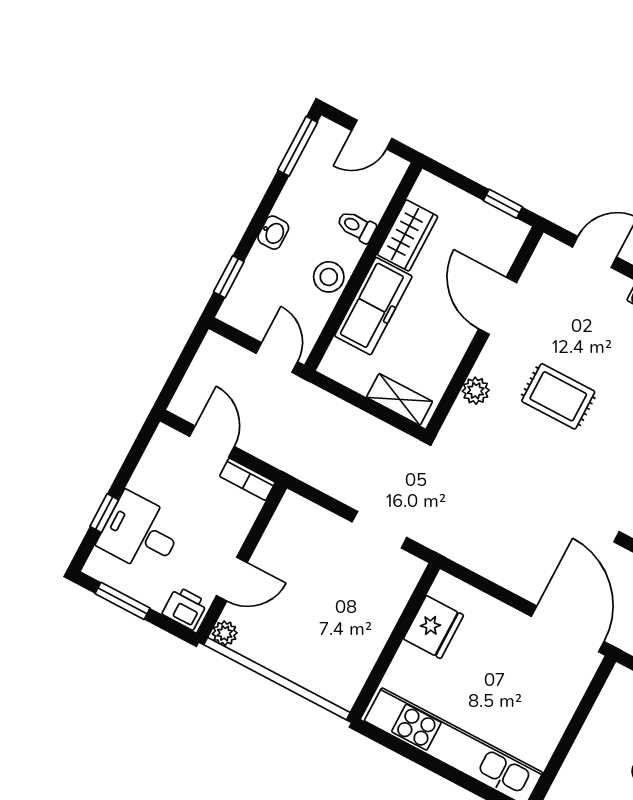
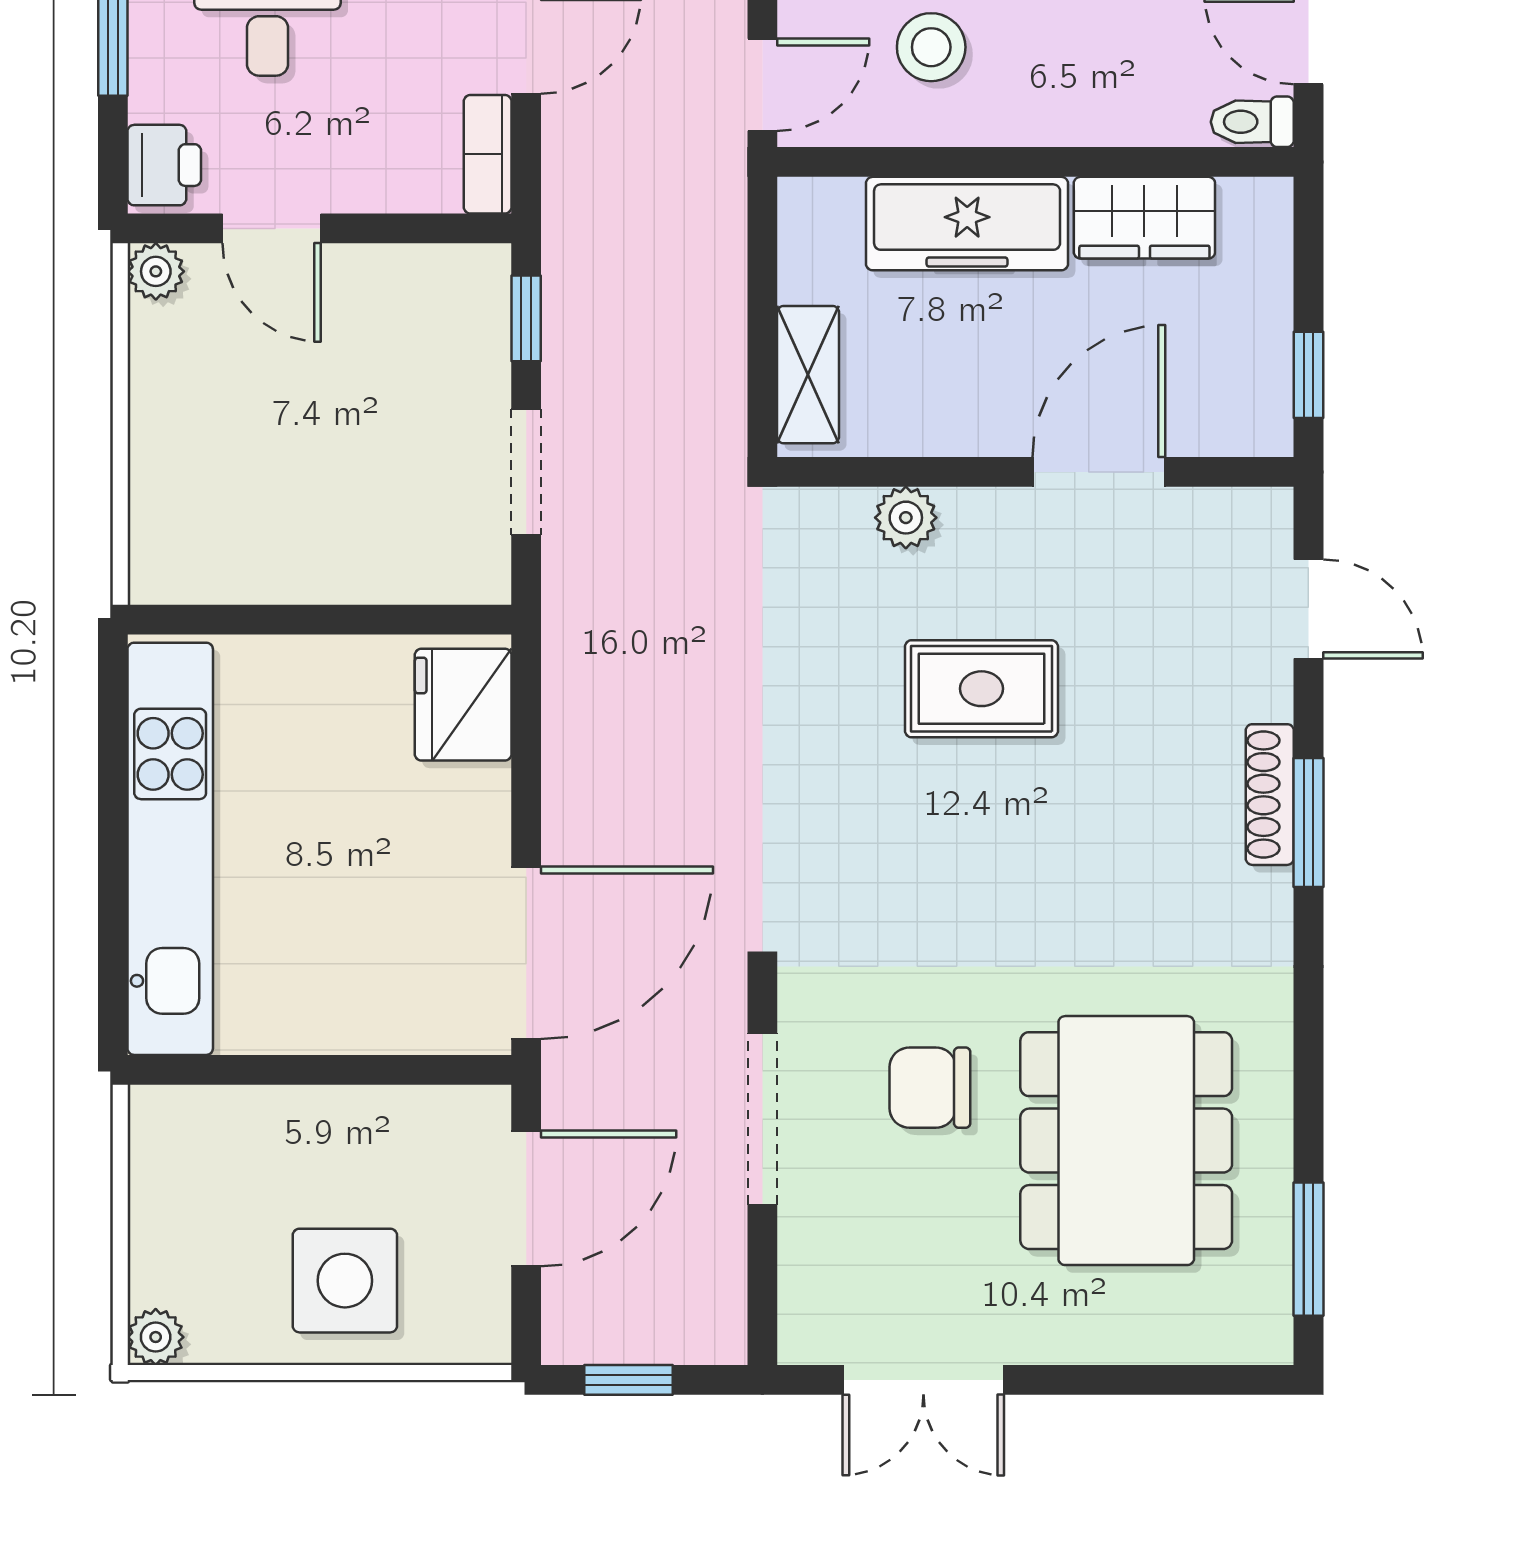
toilet: (356, 226) -> (1252, 122), moved, turned -90
stool: (329, 277) -> (931, 47), moved
rug: (558, 396) -> (981, 689), turned 90
window: (319, 498) -> (526, 318), added
fridge: (434, 627) -> (463, 705), moved, turned 90

